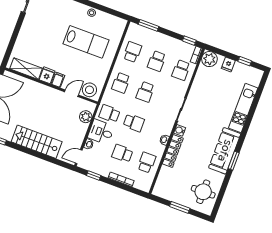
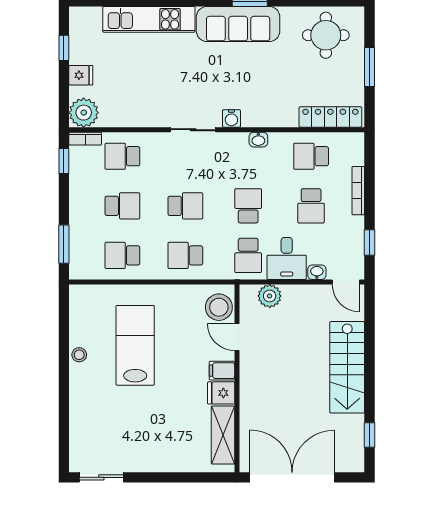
school desk: (181, 70) -> (122, 156), turned 180
school desk: (121, 83) -> (185, 255), turned 180
locker: (173, 151) -> (330, 117), moved

